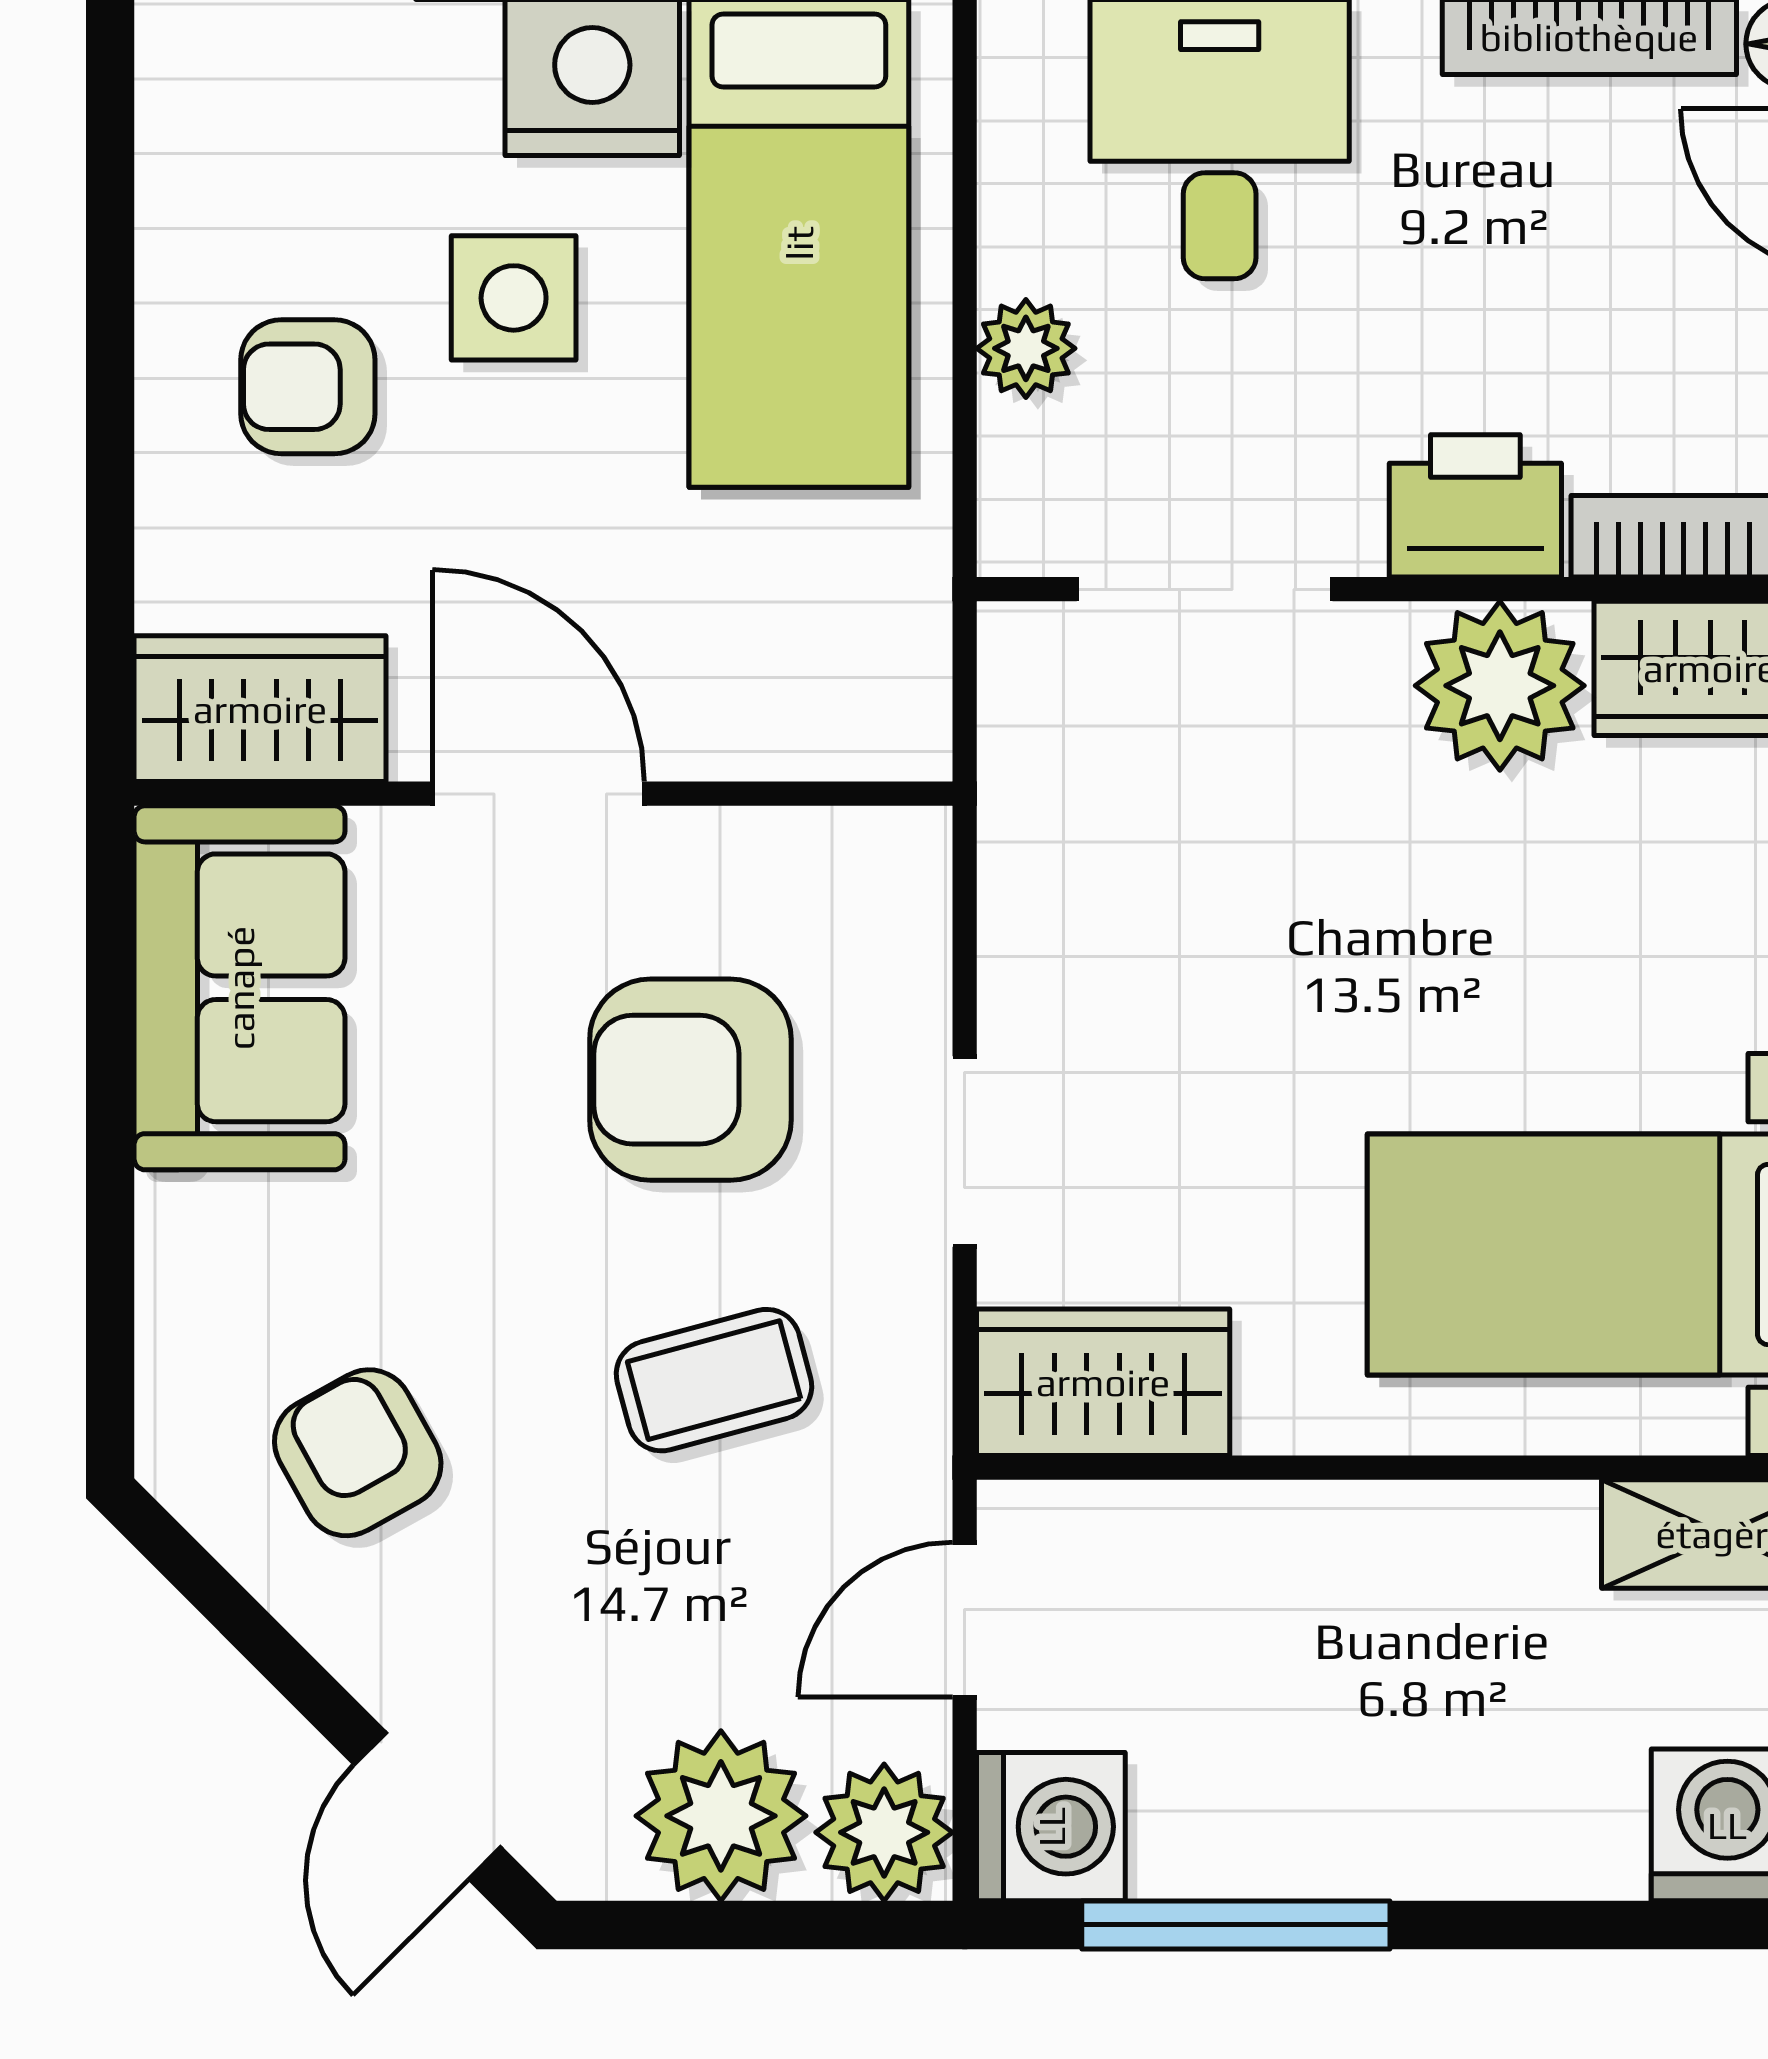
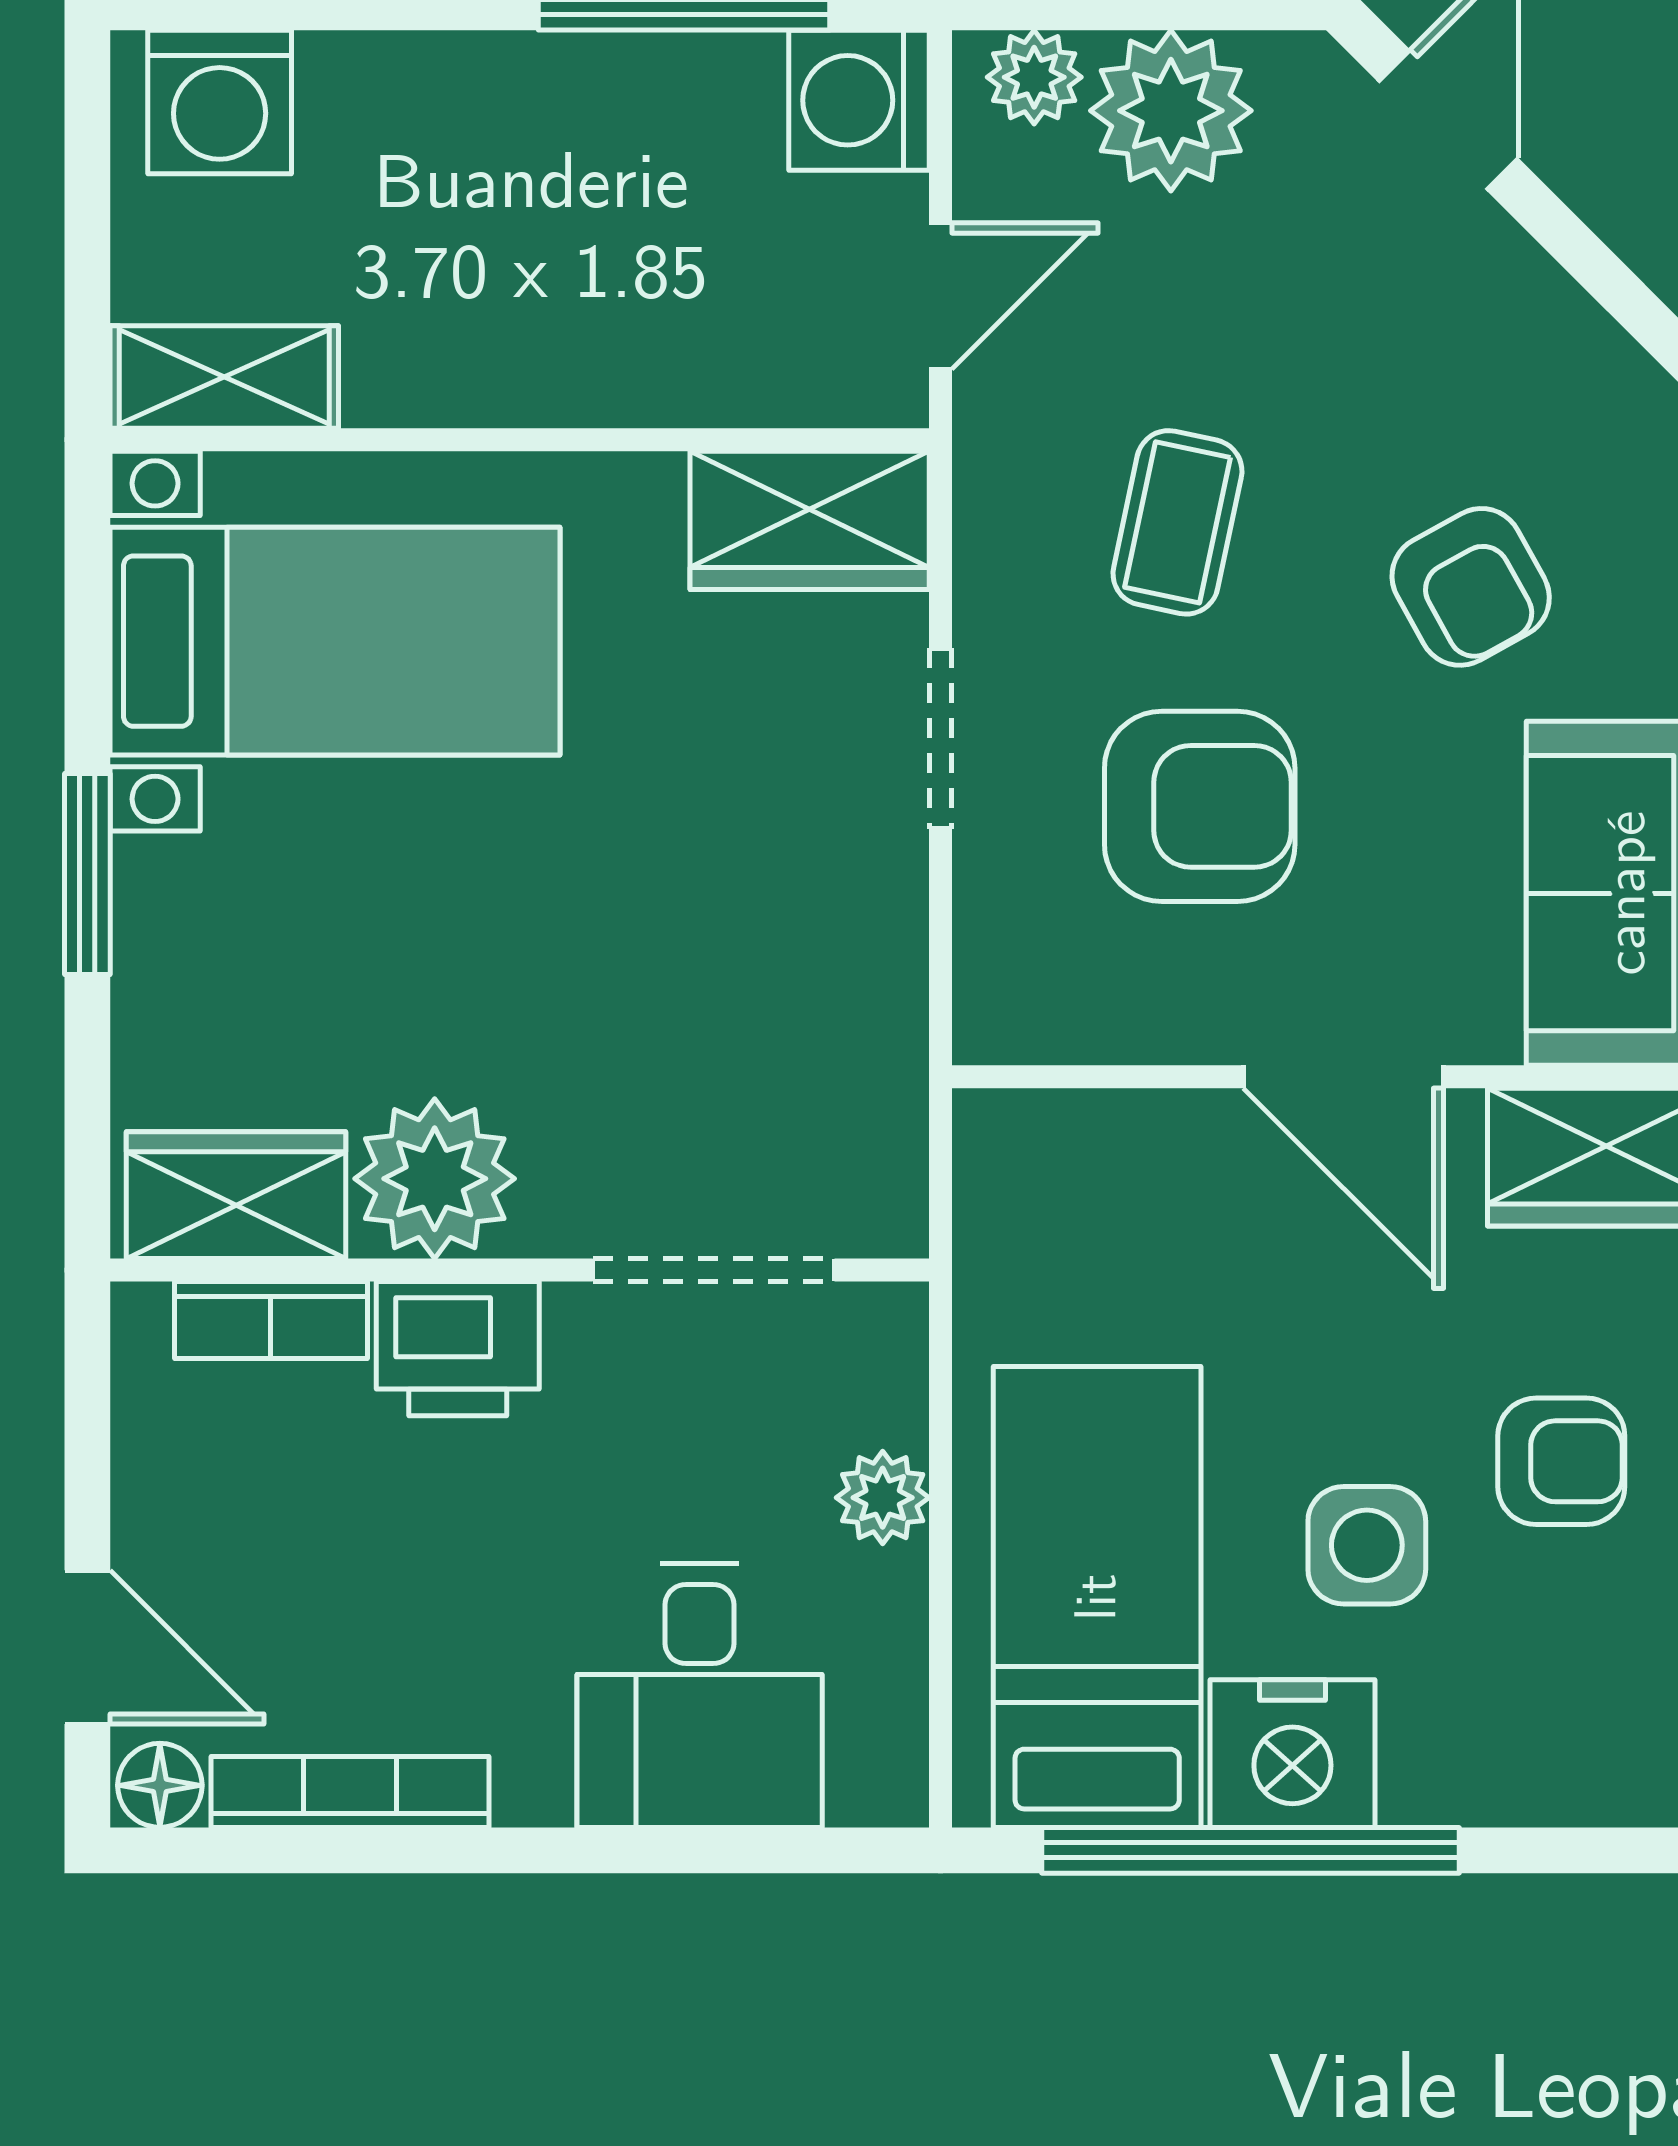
coffee table: (714, 1380) -> (1177, 522), turned -63
armchair: (358, 1453) -> (1471, 587), moved
plant: (884, 1832) -> (1034, 77), width x0.73, depth x0.73

